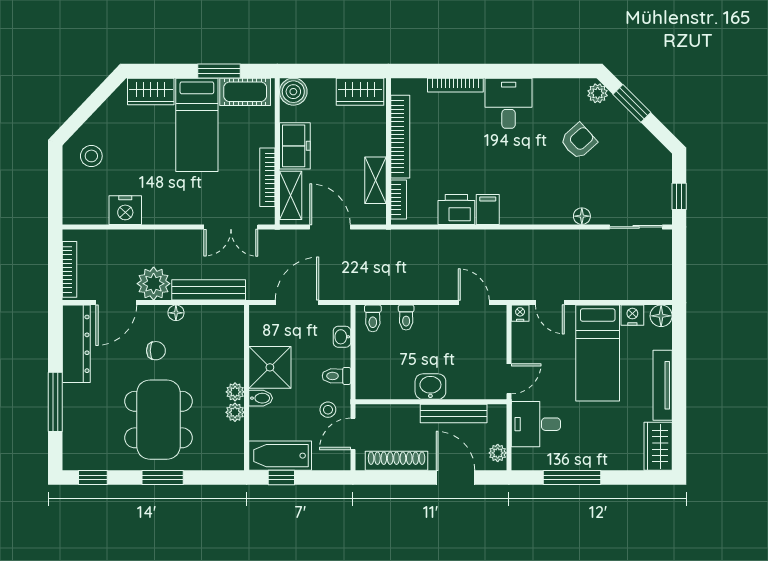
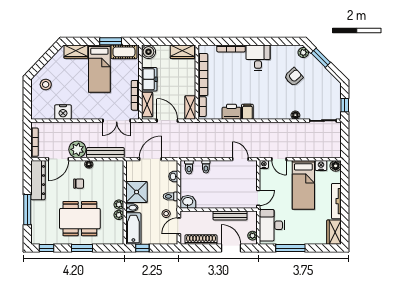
shelving: (376, 180) -> (190, 107), moved
washbasin: (430, 387) -> (188, 202), moved
dining table: (158, 420) -> (80, 219), turned 90
desk: (536, 424) -> (272, 225), width x1.37
bathtub: (280, 456) -> (133, 229), moved, turned 90

